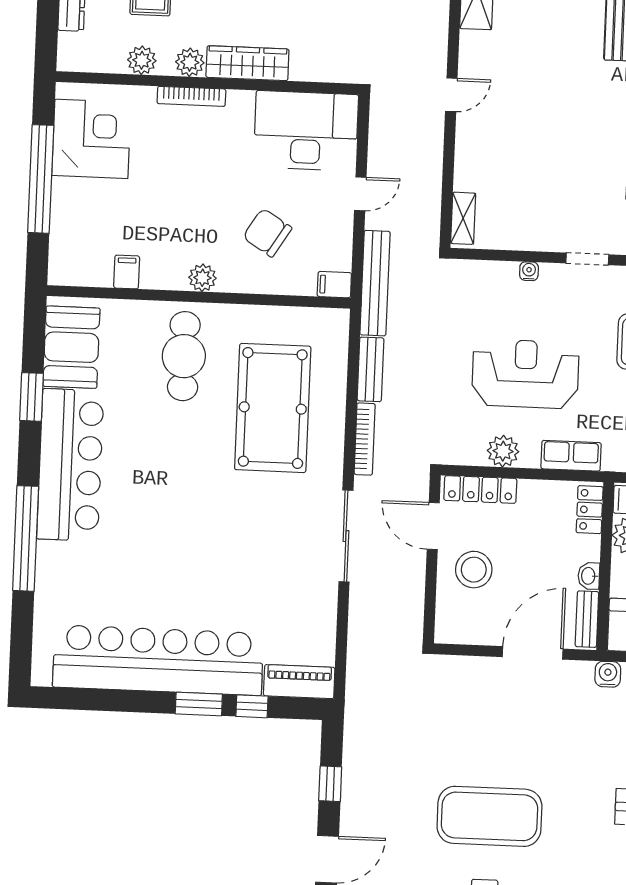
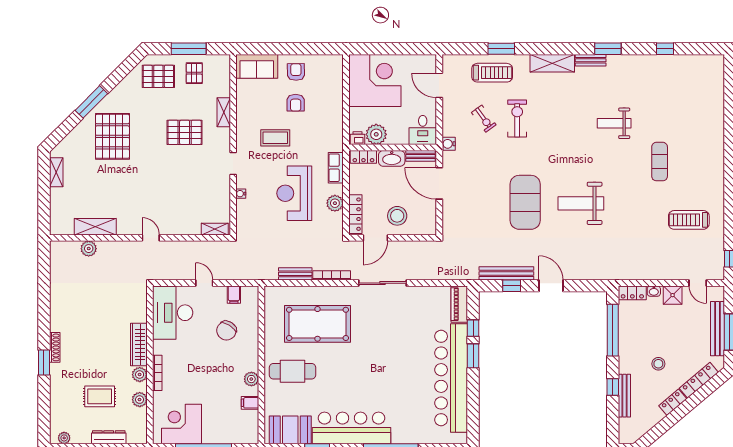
plant: (202, 278) -> (251, 379), moved
bench: (375, 283) -> (506, 273), moved
filing cabinet: (334, 285) -> (234, 295), moved
washbasin: (589, 576) -> (392, 158), width x1.91, depth x1.45

